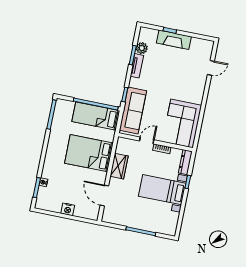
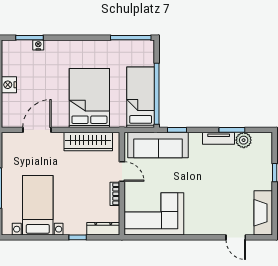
fireplace: (174, 40) -> (263, 213), moved
wardrobe: (119, 166) -> (88, 142), width x1.50
bed with nightstands: (162, 190) -> (38, 205), moved

